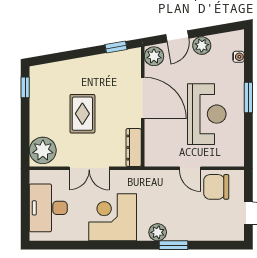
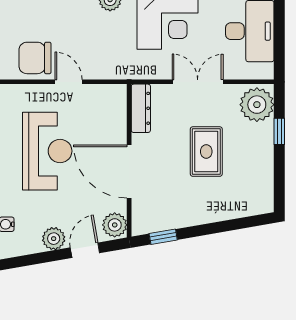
window: (25, 87) -> (279, 131), moved
reception desk: (207, 114) -> (47, 151), turned 180
chair: (216, 187) -> (35, 58), turned 180

